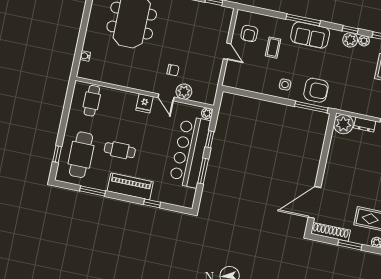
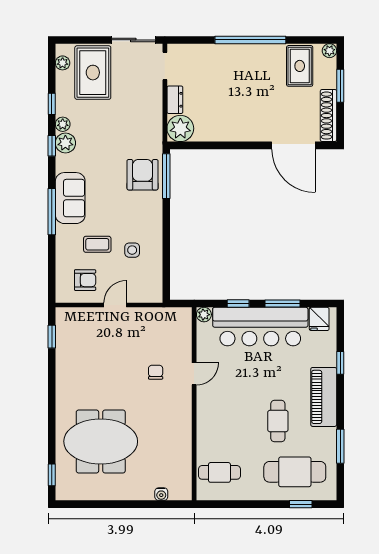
side table: (285, 85) -> (132, 250), moved
plant: (184, 92) -> (181, 351), removed
fridge: (144, 103) -> (319, 319), moved, turned 90

